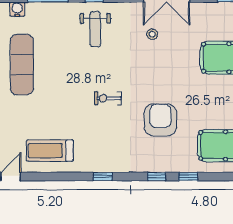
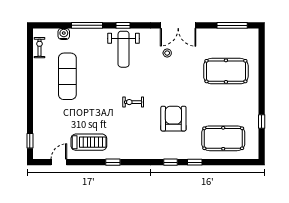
weight bench: (95, 29) -> (124, 49), width x1.36, depth x1.33
treadmill: (50, 151) -> (89, 142), turned 180
window: (103, 177) -> (113, 162), moved

